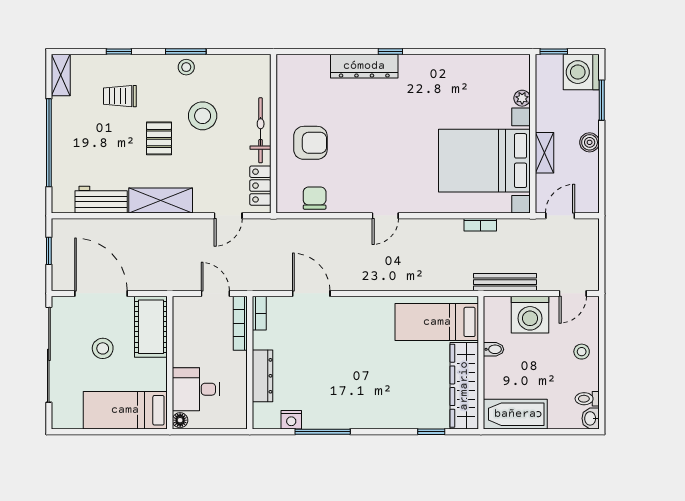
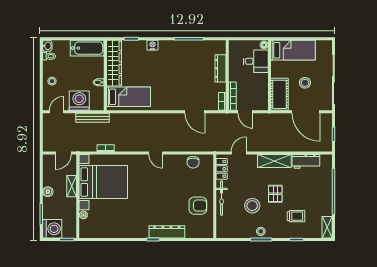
armchair: (310, 143) -> (198, 206), moved, turned 180
door: (385, 216) -> (156, 153), swing flipped
nightstand: (291, 420) -> (153, 45), moved

